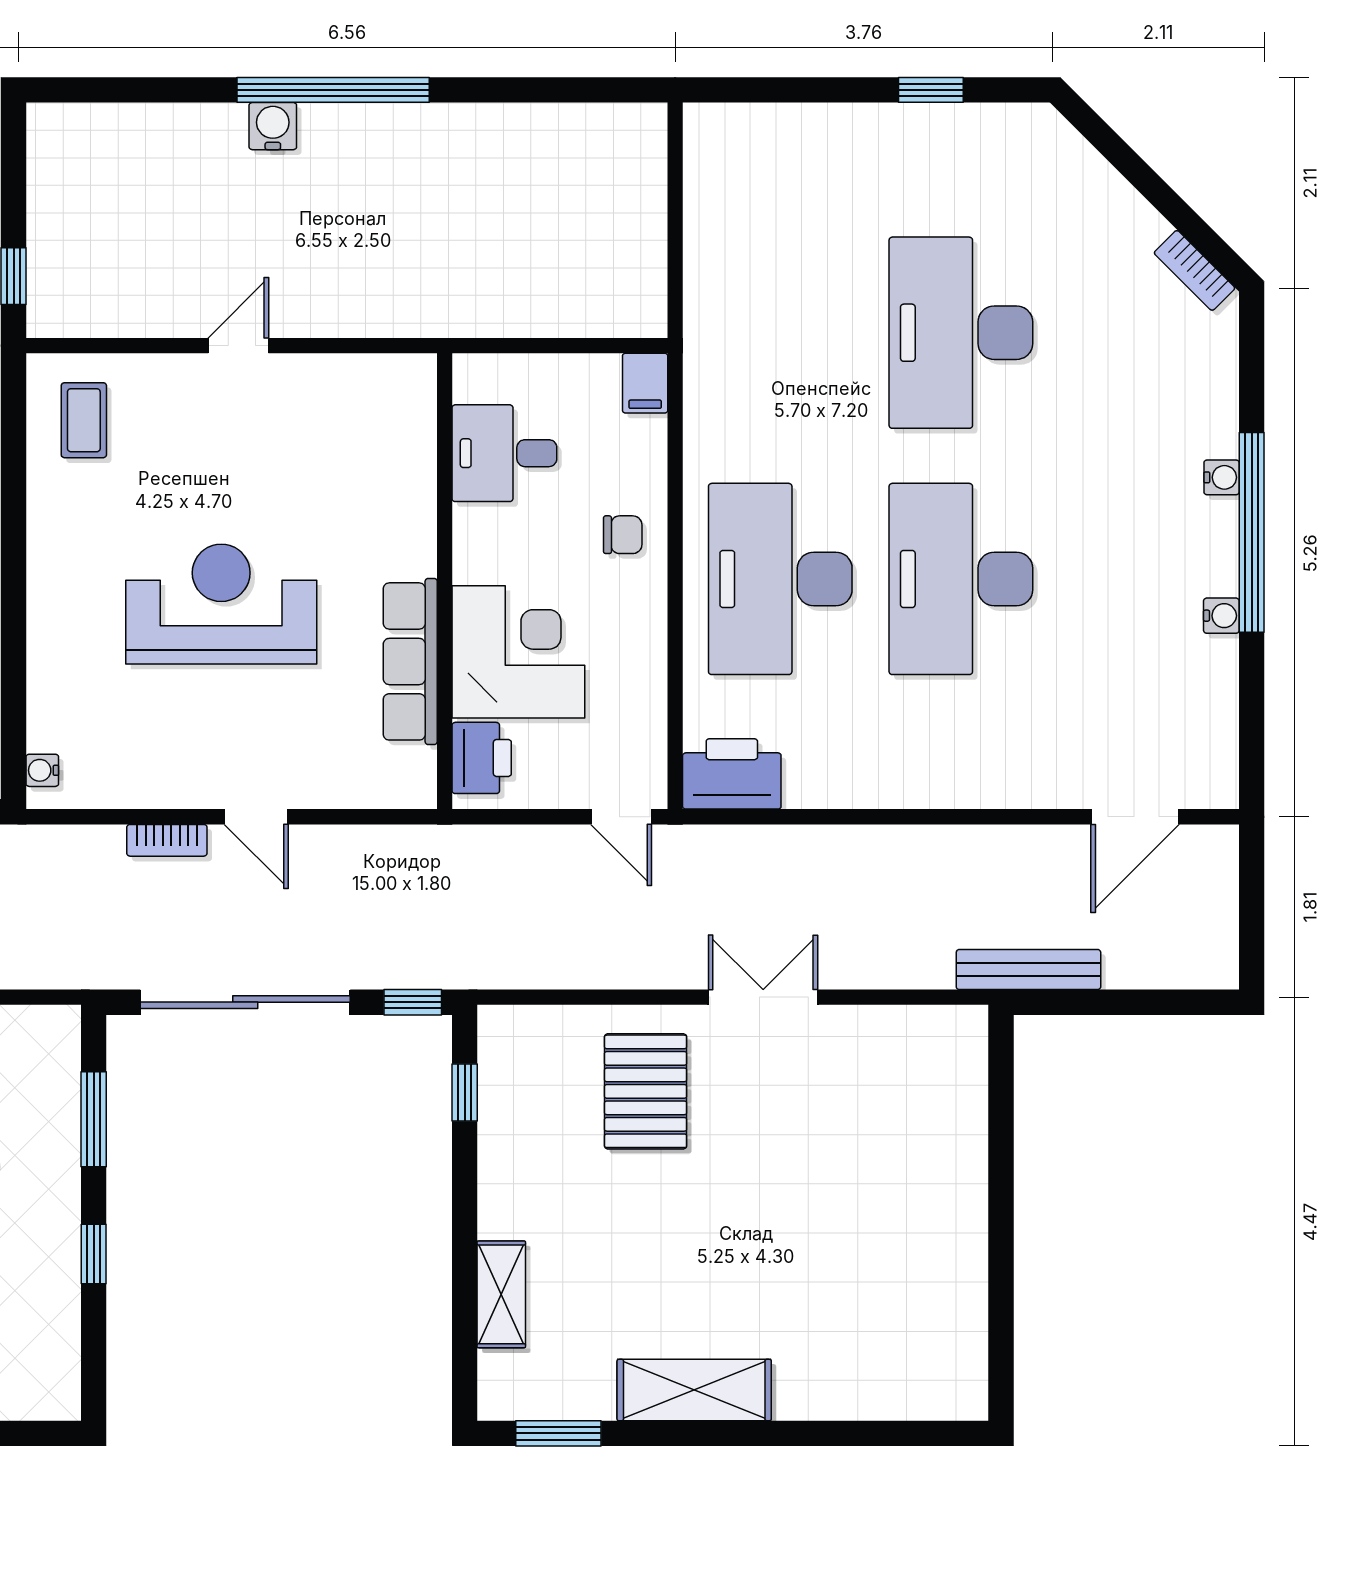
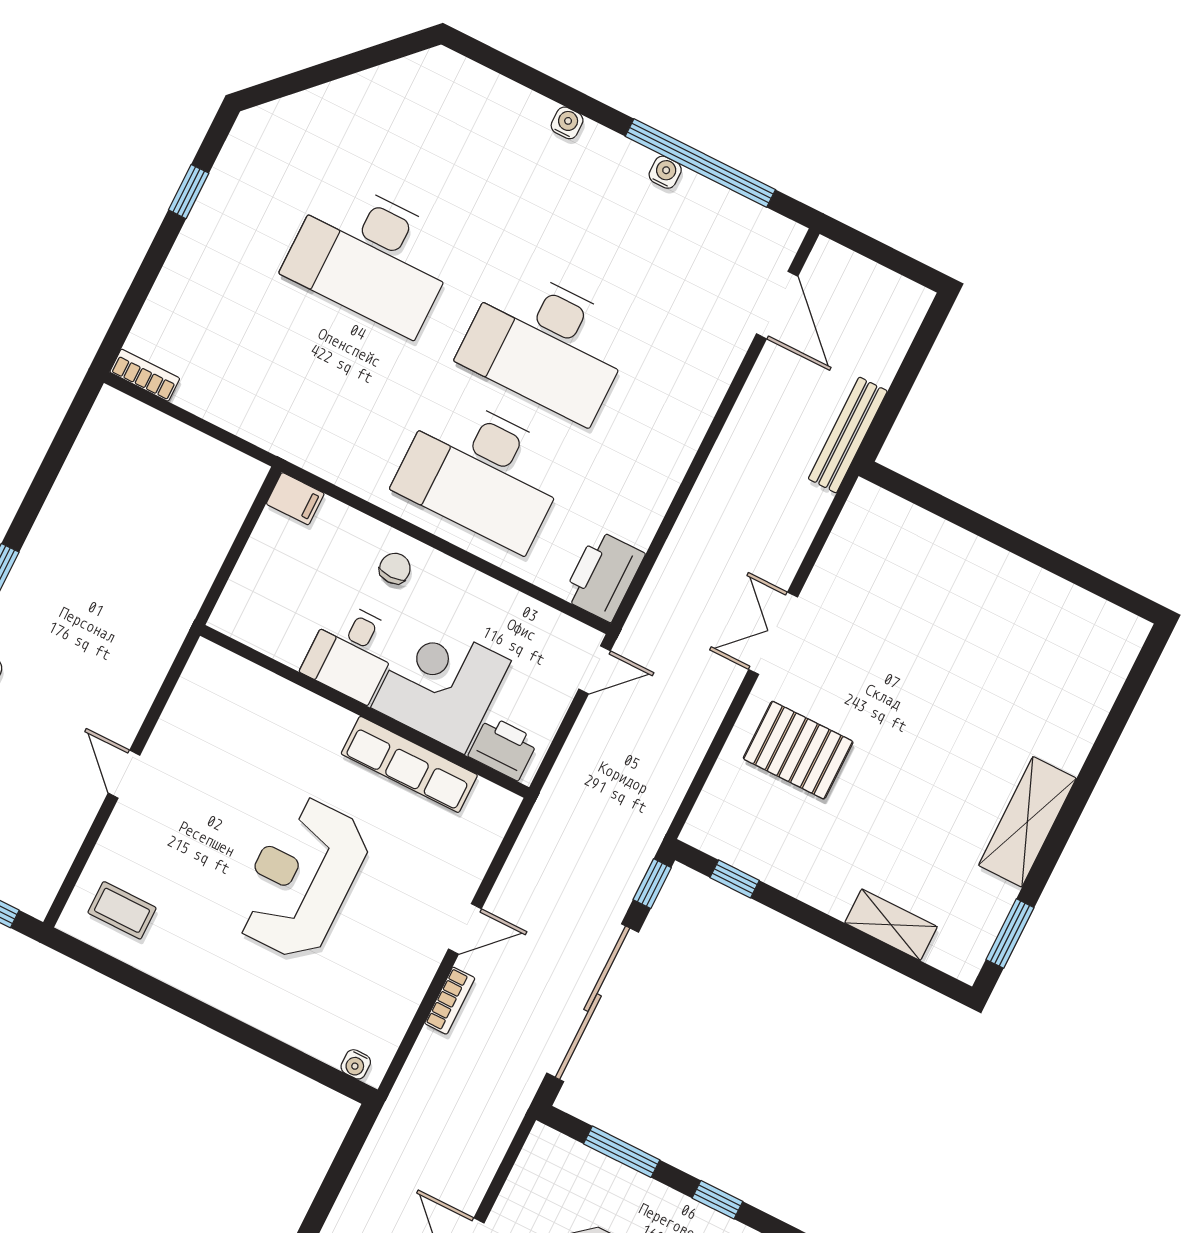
bookcase: (1194, 270) -> (145, 375), moved, turned -135
desk: (504, 453) -> (352, 652), moved
window: (1252, 532) -> (700, 163), moved

